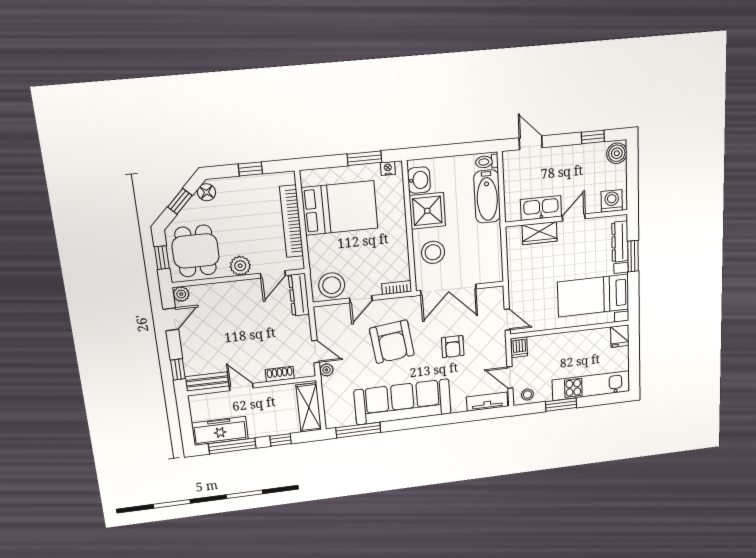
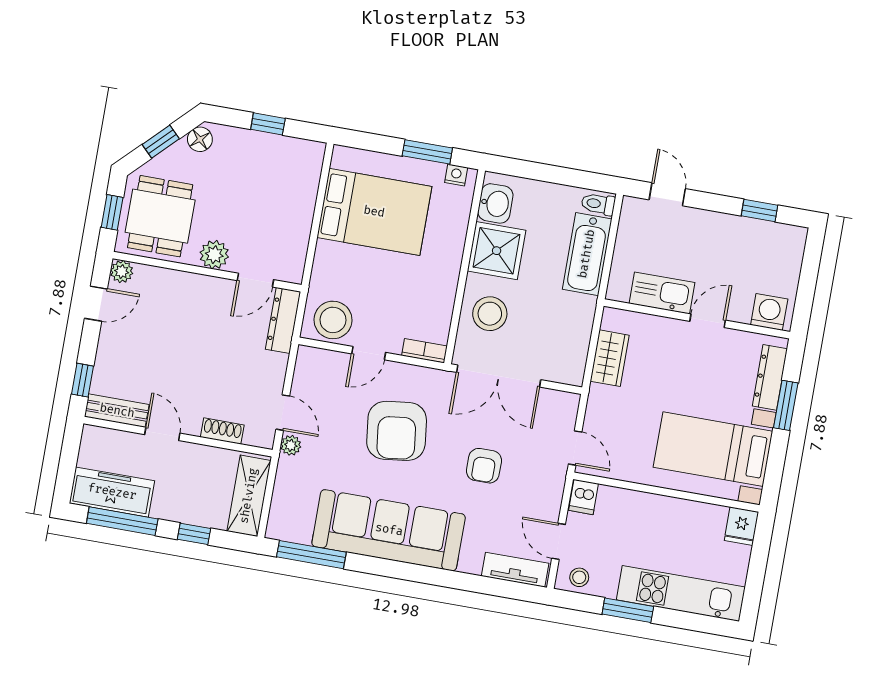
boiler: (617, 153) -> (790, 244), removed
bookcase: (291, 221) -> (303, 212), removed
wardrobe: (540, 233) -> (610, 358), moved, turned -90

